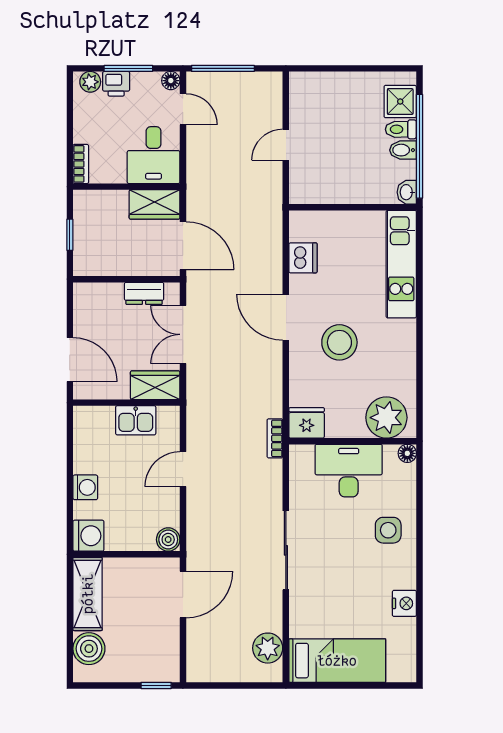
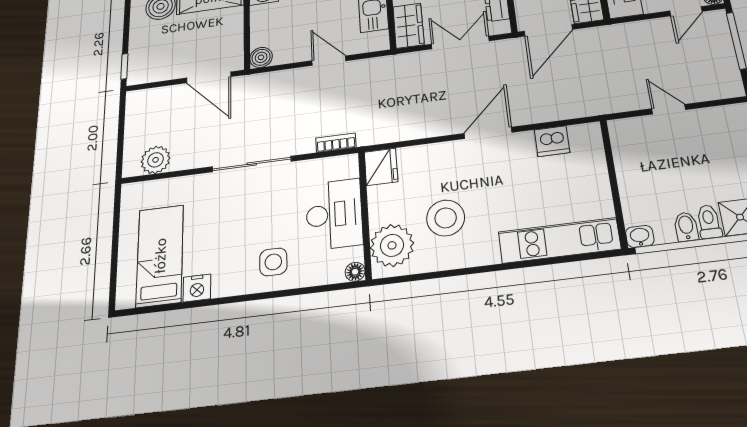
stool: (339, 342) -> (446, 218), moved
bookcase: (275, 438) -> (336, 143), moved
bed: (337, 661) -> (160, 256), moved, turned 180

